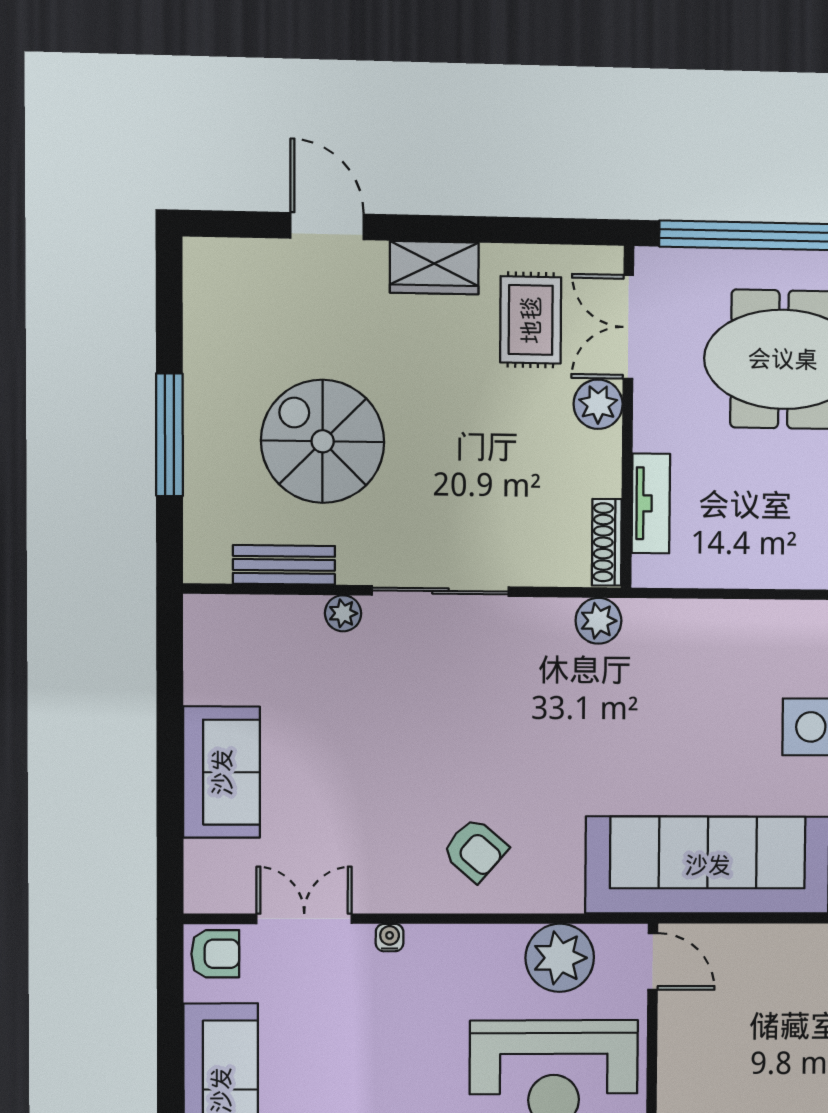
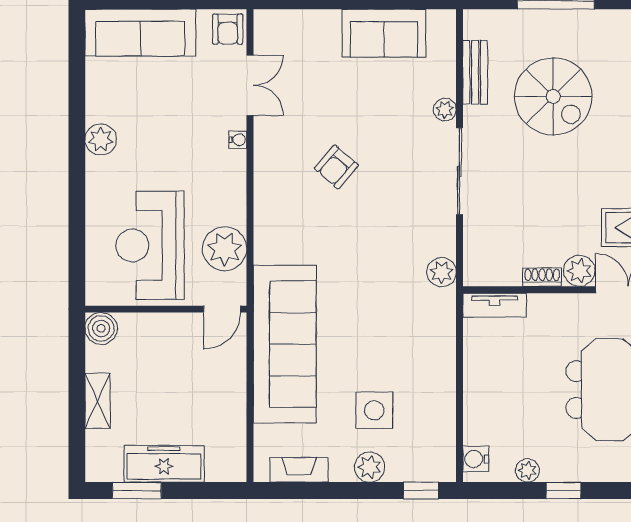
spiral stairs: (323, 441) -> (553, 96), turned 90
tv unit: (651, 503) -> (495, 305), moved
shoe rack: (607, 542) -> (542, 277), moved, width x0.70
sofa: (222, 772) -> (384, 33), moved
armchair: (475, 850) -> (336, 167), moved

